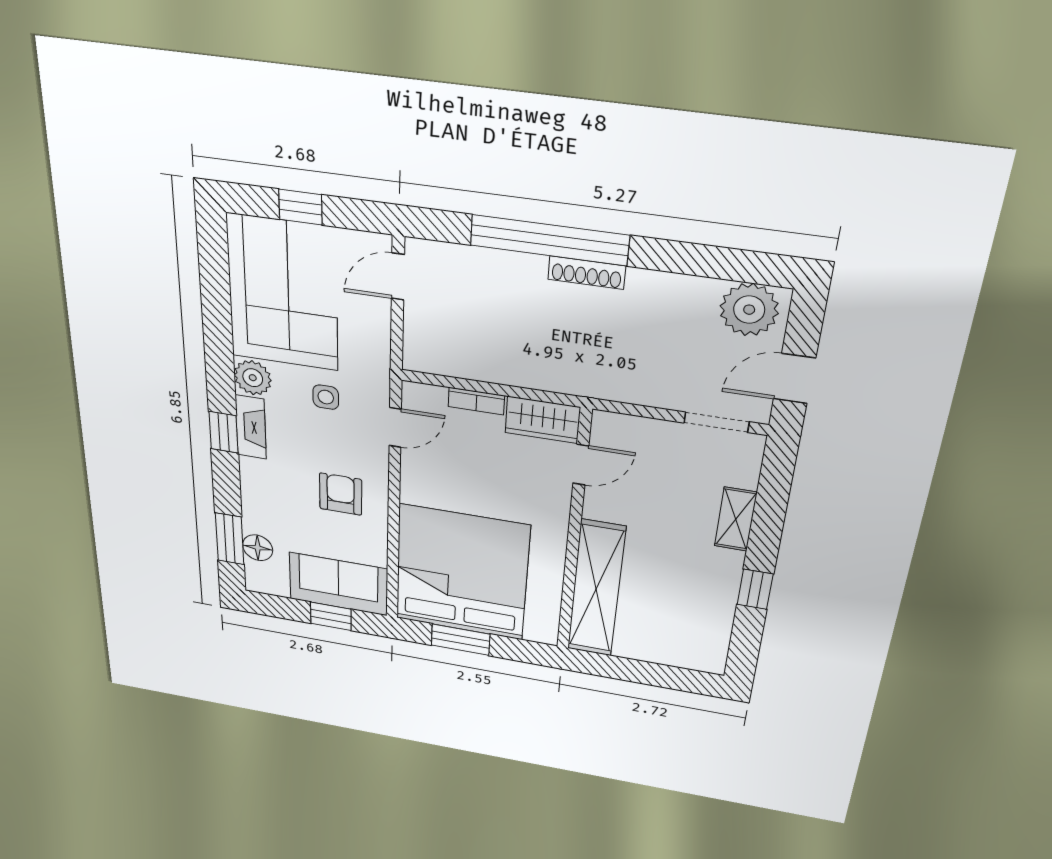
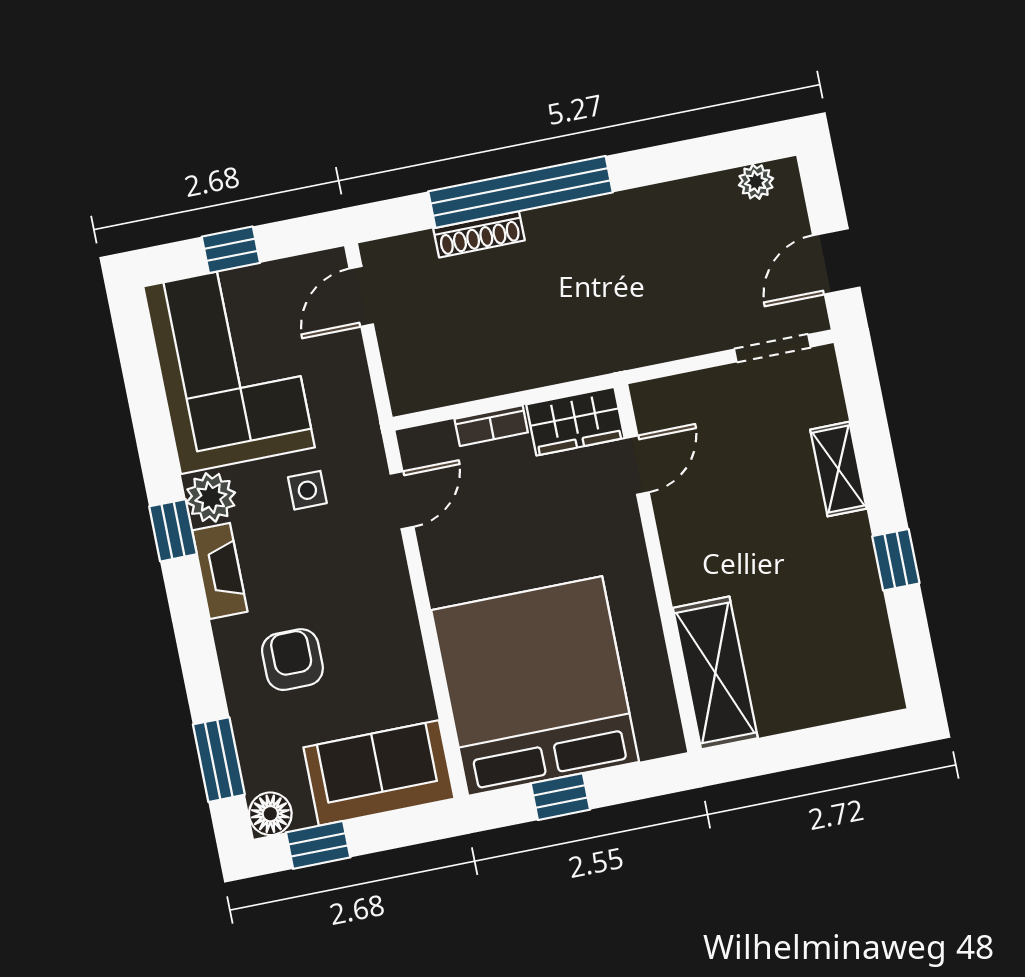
shoe rack: (587, 273) -> (479, 234), moved
plant: (749, 310) -> (756, 182), width x0.53, depth x0.53
window: (223, 432) -> (173, 530), moved
armchair: (341, 494) -> (292, 660), moved
floor lamp: (258, 548) -> (270, 814), moved
shelving: (596, 589) -> (715, 673), width x0.68
window: (331, 616) -> (318, 845), moved
window: (461, 640) -> (560, 797), width x0.67

